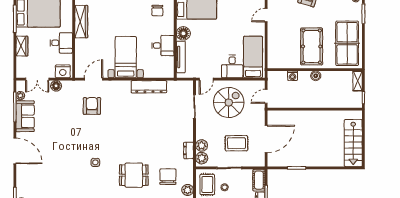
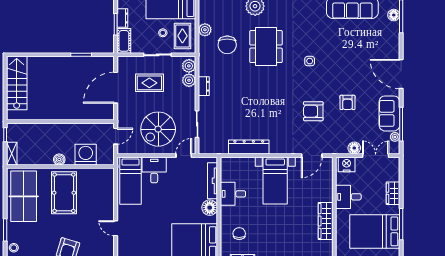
door: (266, 15) -> (116, 228), swing flipped
washing machine: (292, 76) -> (86, 155), width x1.89, depth x1.89
armchair: (92, 106) -> (313, 111), moved, turned 90
armchair: (62, 126) -> (347, 102), added
dresser: (188, 150) -> (204, 86), moved
dining table: (134, 175) -> (266, 47), width x1.38

